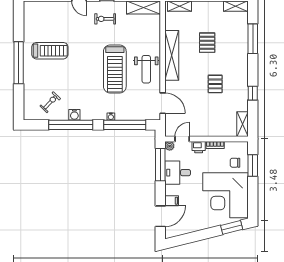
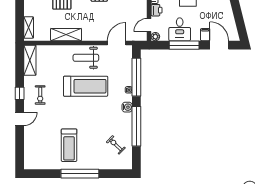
treadmill: (50, 51) -> (69, 145), turned 180
shelving: (172, 55) -> (66, 35), width x0.68
weight bench: (146, 69) -> (86, 58), turned 180
water cooler: (74, 115) -> (127, 107), moved
door: (182, 139) -> (149, 25), hinge flipped
window: (160, 165) -> (184, 45), moved

